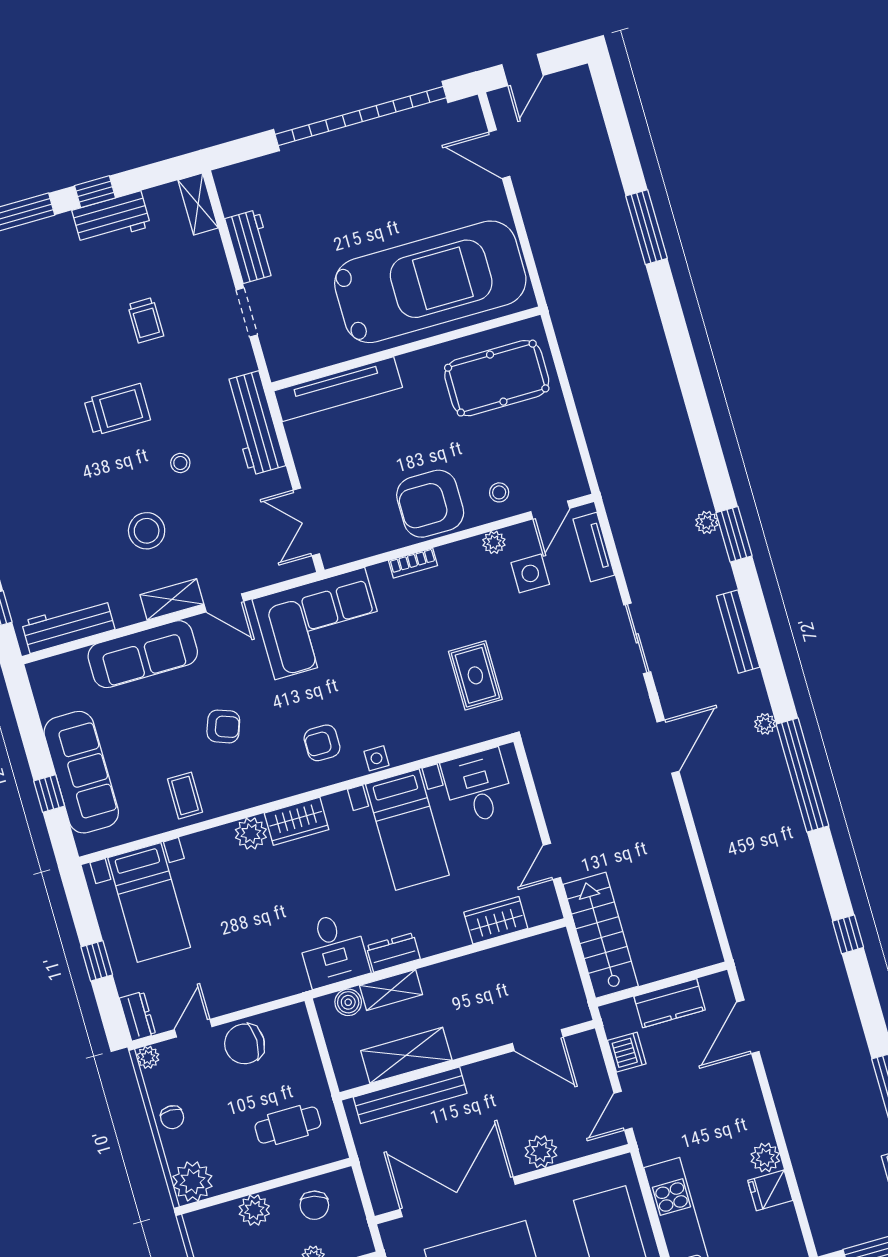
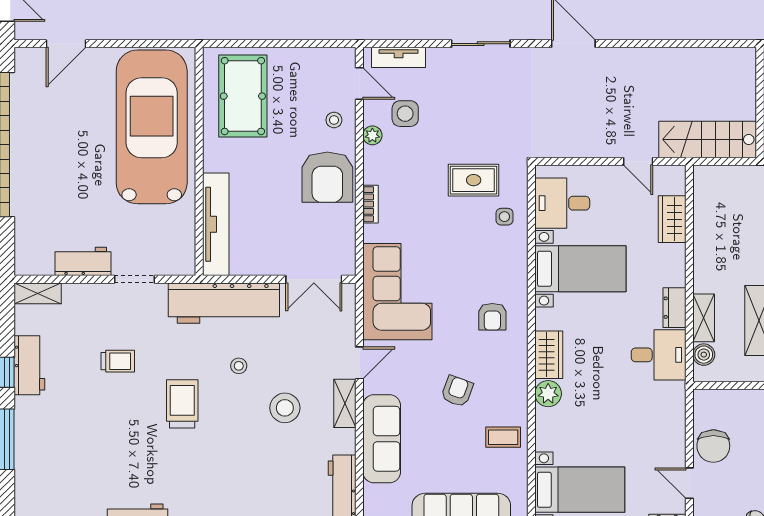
workbench: (255, 423) -> (224, 303), width x1.36, depth x1.32
side table: (376, 758) -> (504, 217), moved

